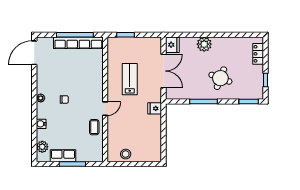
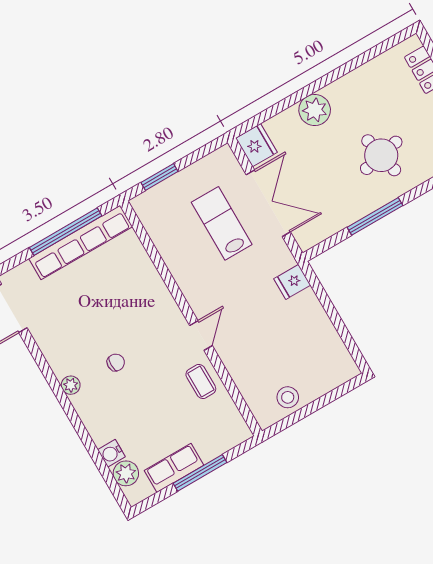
round table: (220, 78) -> (381, 155), turned -33
lab bench: (130, 79) -> (222, 223), moved
water cooler: (41, 124) -> (111, 453), moved

